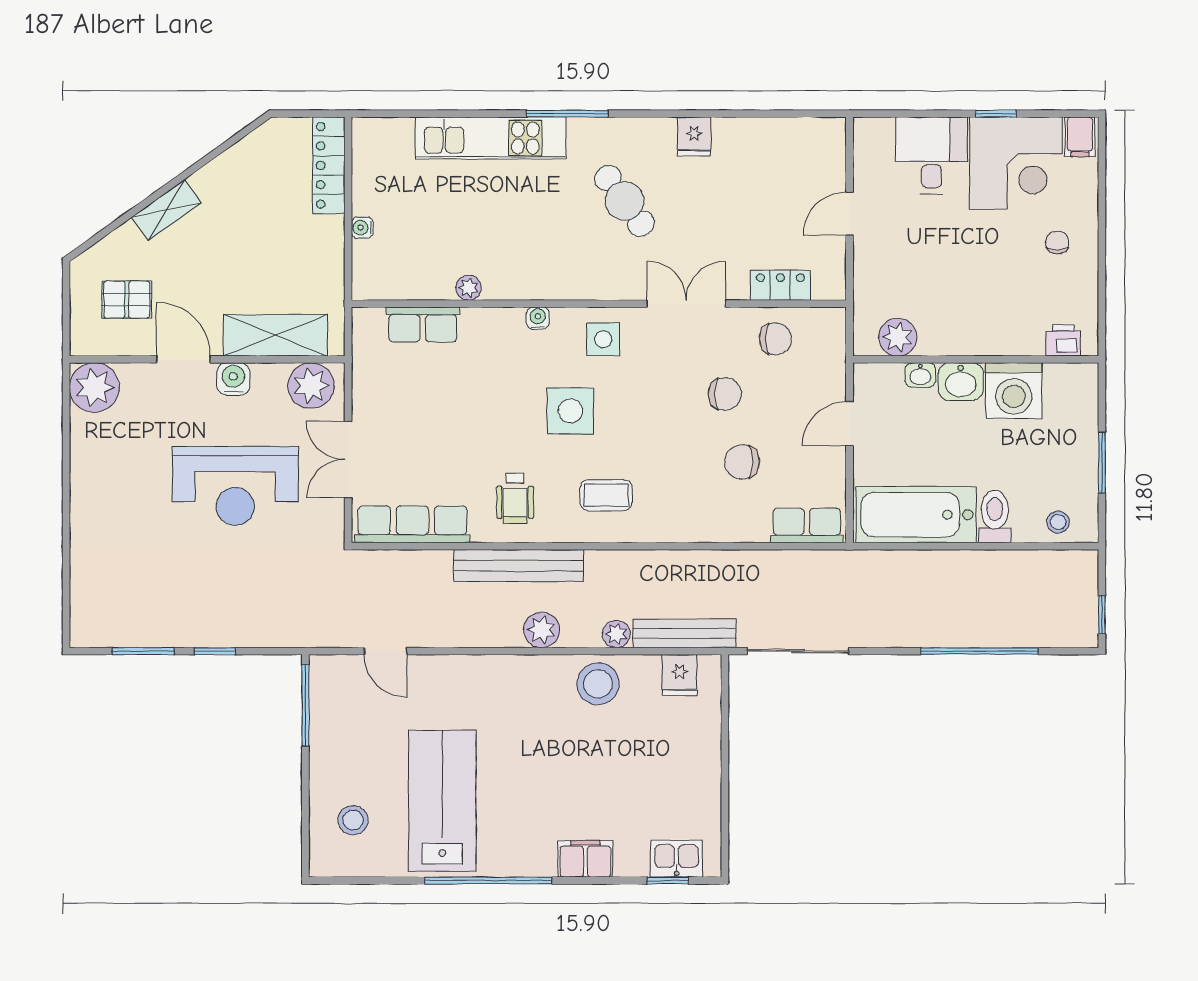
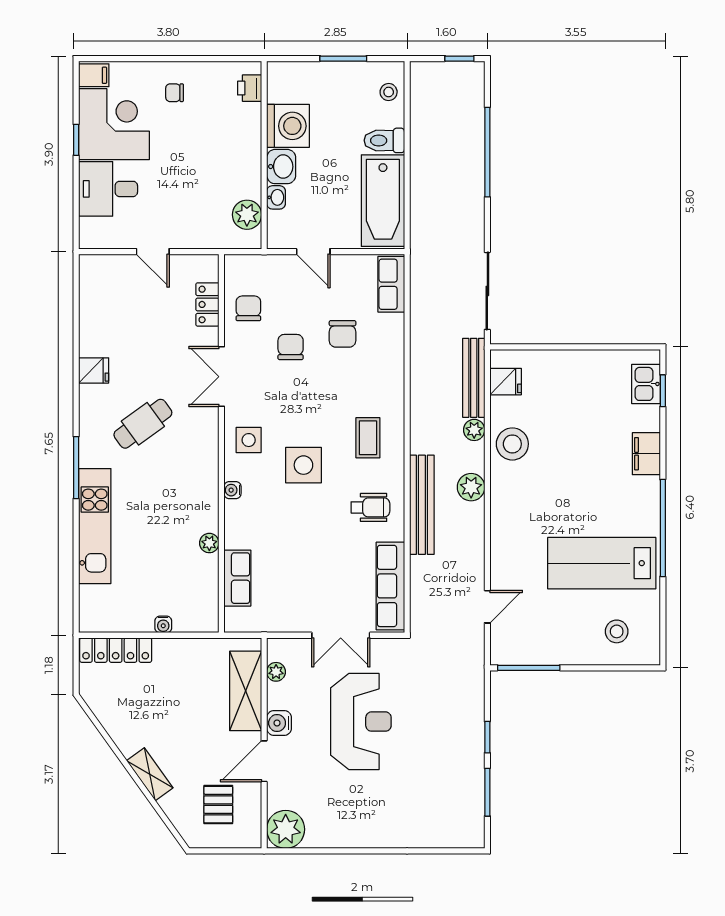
plant: (311, 386) -> (276, 672), width x0.53, depth x0.53

